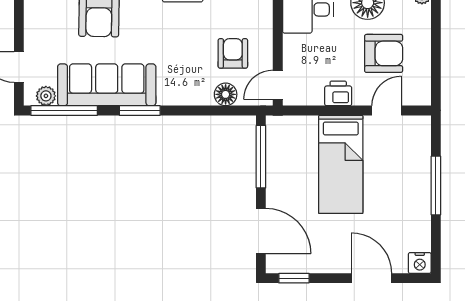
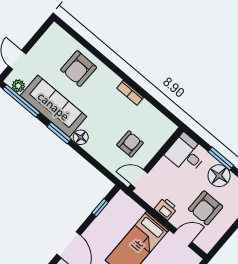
armchair: (384, 53) -> (205, 208), turned 90
floor lamp: (226, 94) -> (81, 137), moved
window: (261, 157) -> (100, 208), width x0.46

